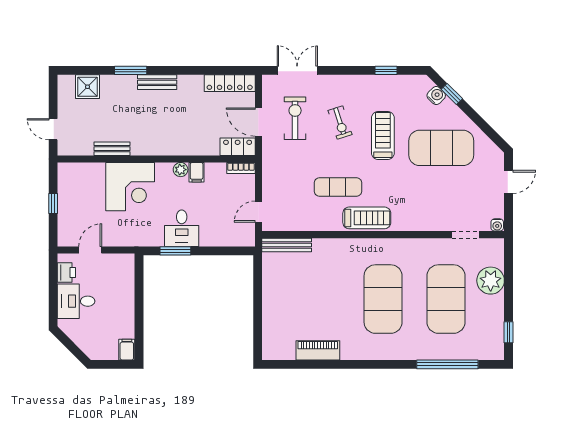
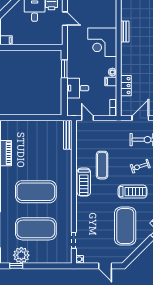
locker: (238, 147) -> (126, 86), moved
desk: (182, 228) -> (78, 88), moved
plant: (491, 281) -> (21, 255), moved

